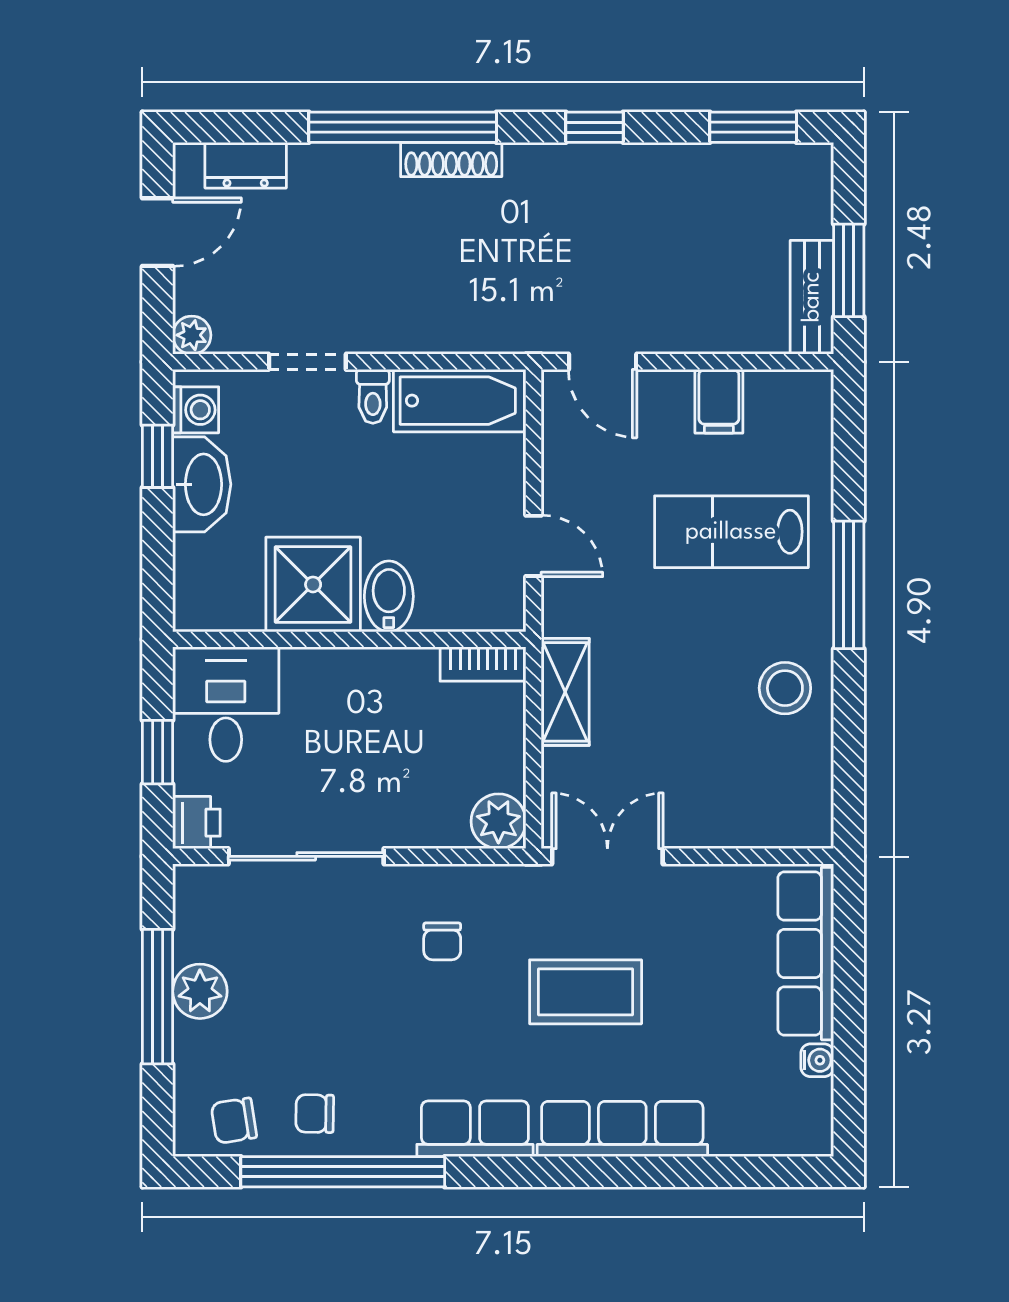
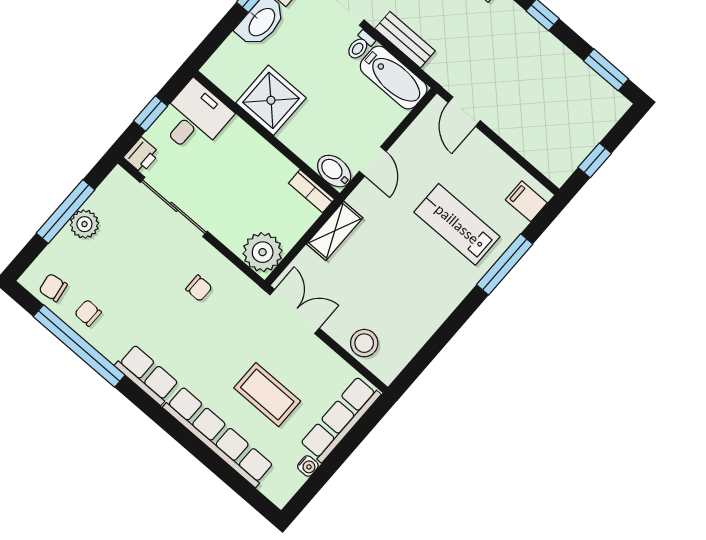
window: (849, 270) -> (595, 160), width x0.67
bench: (812, 297) -> (405, 40), moved, turned 90
filing cabinet: (719, 401) -> (526, 201), moved, turned 90
window: (849, 585) -> (505, 264), moved
bidet: (389, 596) -> (334, 171), moved, turned -90
stool: (785, 688) -> (364, 343), moved
plant: (498, 821) -> (263, 252), width x1.36, depth x1.36
chair: (442, 941) -> (199, 288), turned -90
coffee table: (586, 992) -> (267, 395), moved
row of seats: (622, 1129) -> (218, 437), width x1.36

